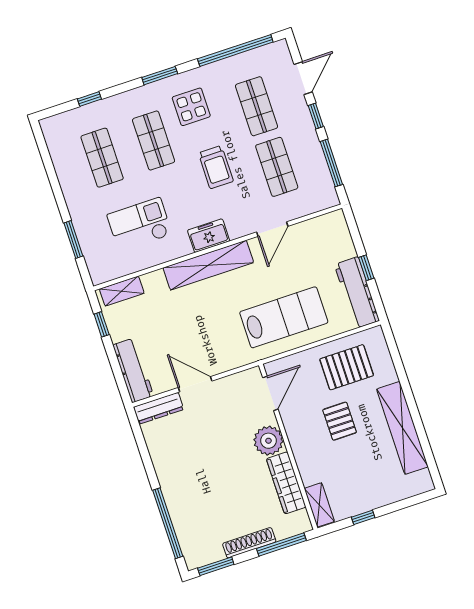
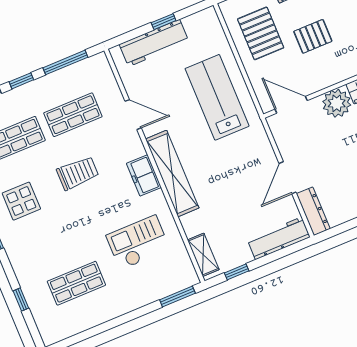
shop shelf: (154, 141) -> (56, 235), removed
checkout: (140, 224) -> (138, 242), turned 90
window: (73, 240) -> (177, 297), moved
workbench: (357, 293) -> (154, 43), moved

